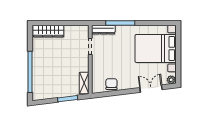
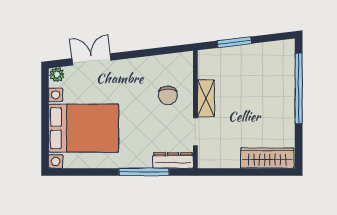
shelving: (84, 83) -> (206, 98), moved
chair: (111, 84) -> (168, 95), moved
double door: (151, 89) -> (91, 59), swing flipped

